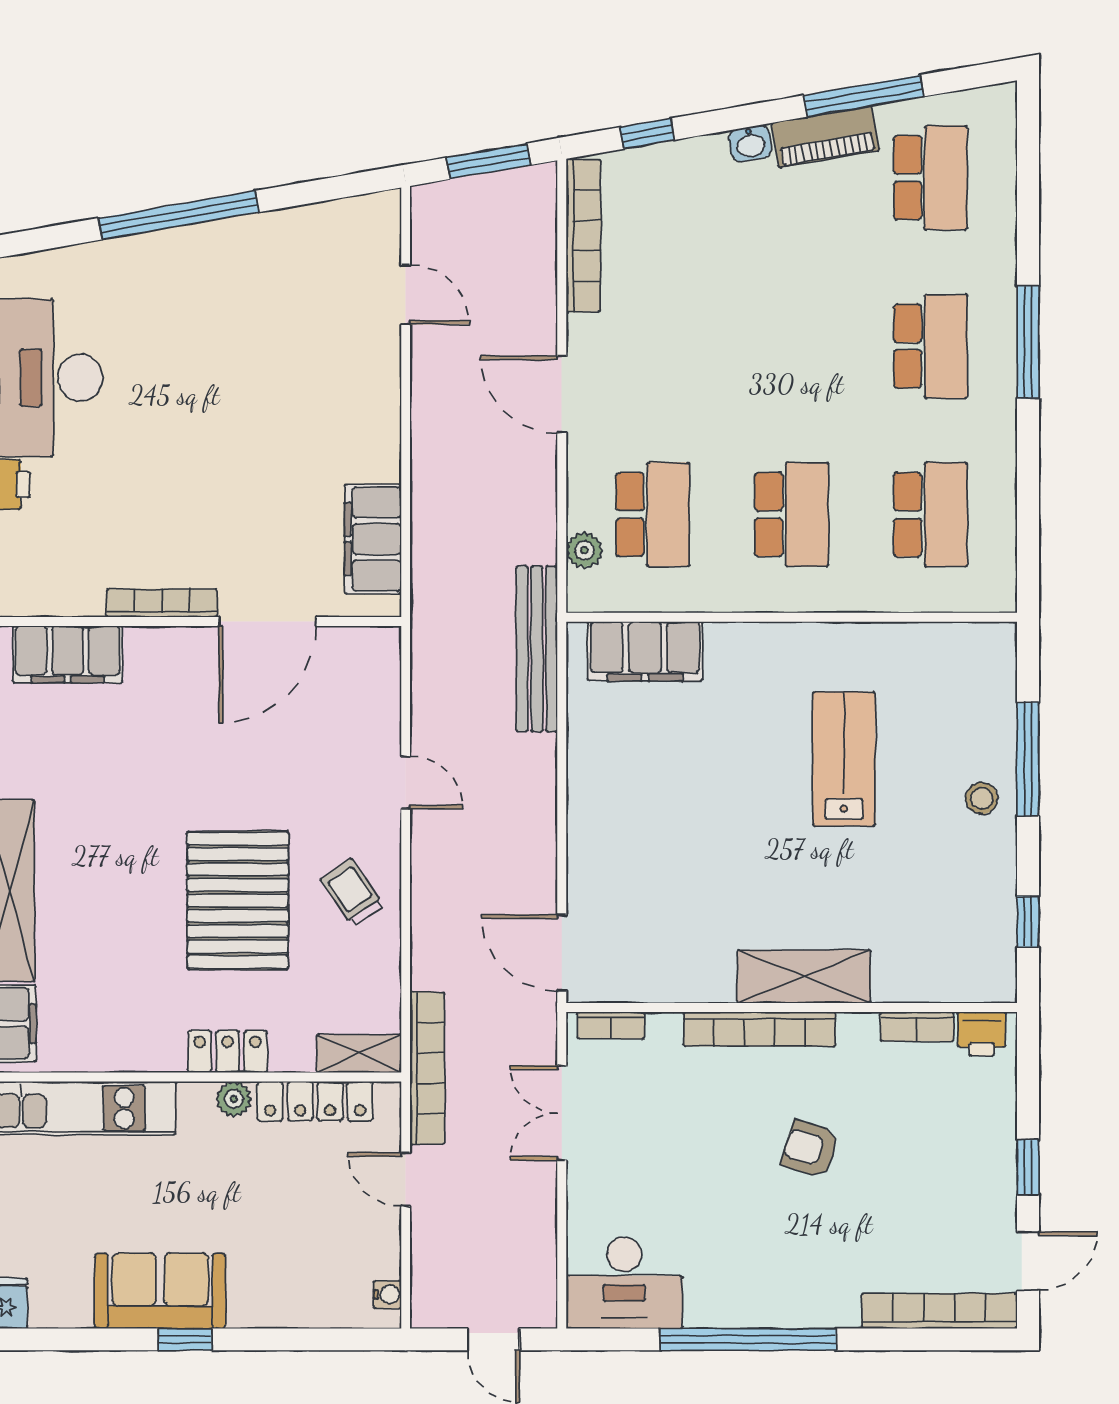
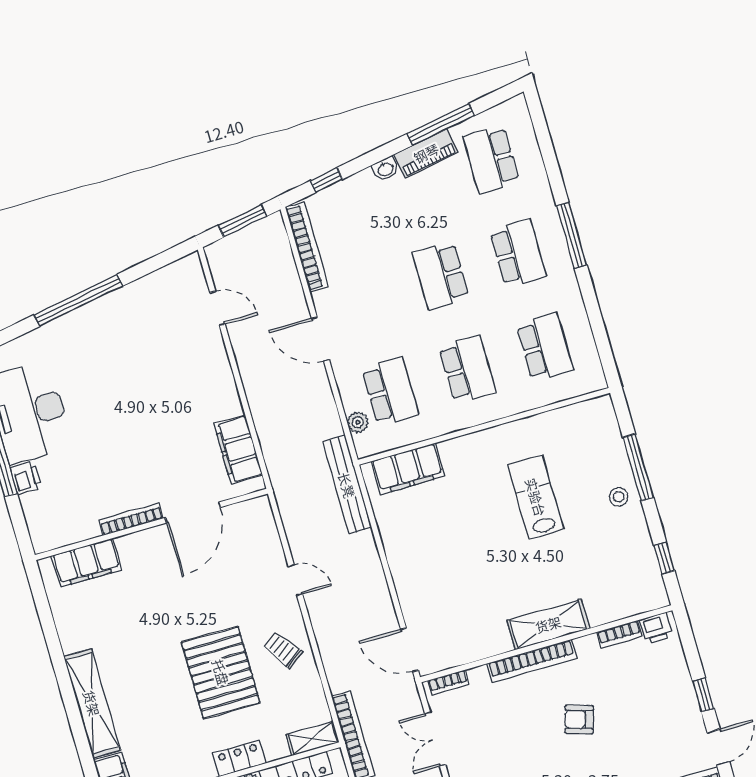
school desk: (930, 178) -> (491, 159), turned 180
school desk: (792, 346) -> (441, 275), added

